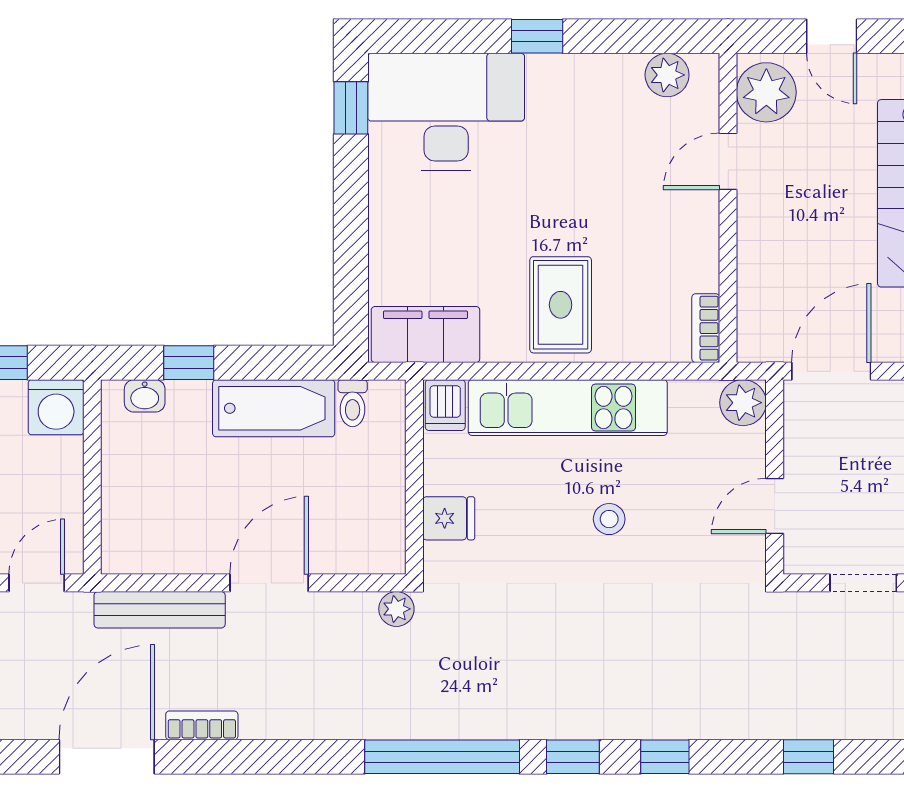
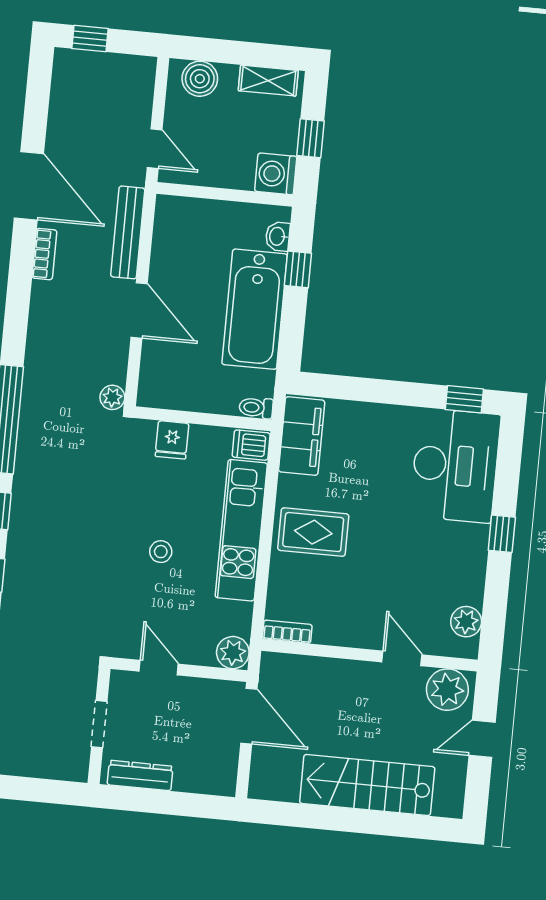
toilet: (353, 403) -> (256, 408), moved
bathtub: (274, 408) -> (255, 309), width x1.36, depth x1.36

